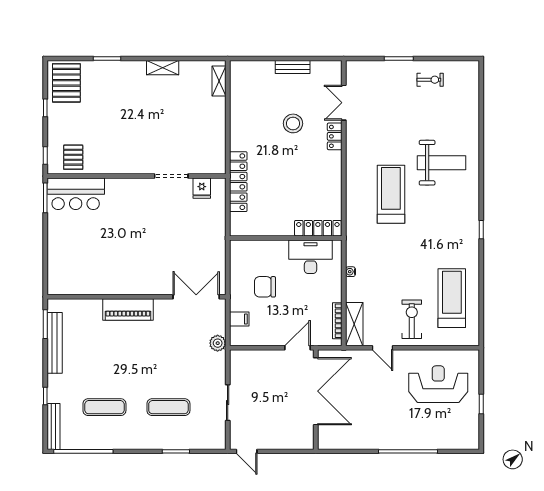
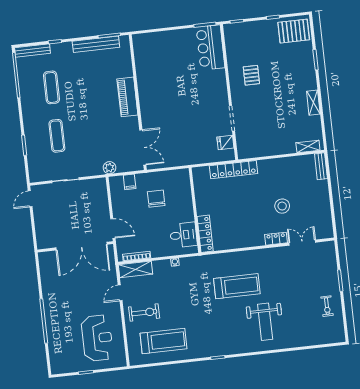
bench: (293, 67) -> (321, 166), moved
pallet: (73, 157) -> (251, 75), moved, turned 90
desk: (310, 257) -> (183, 235), width x0.73

